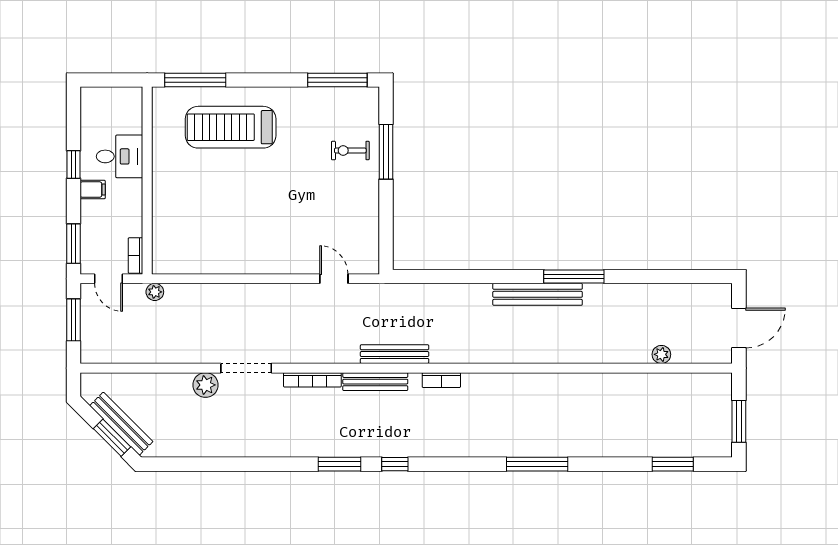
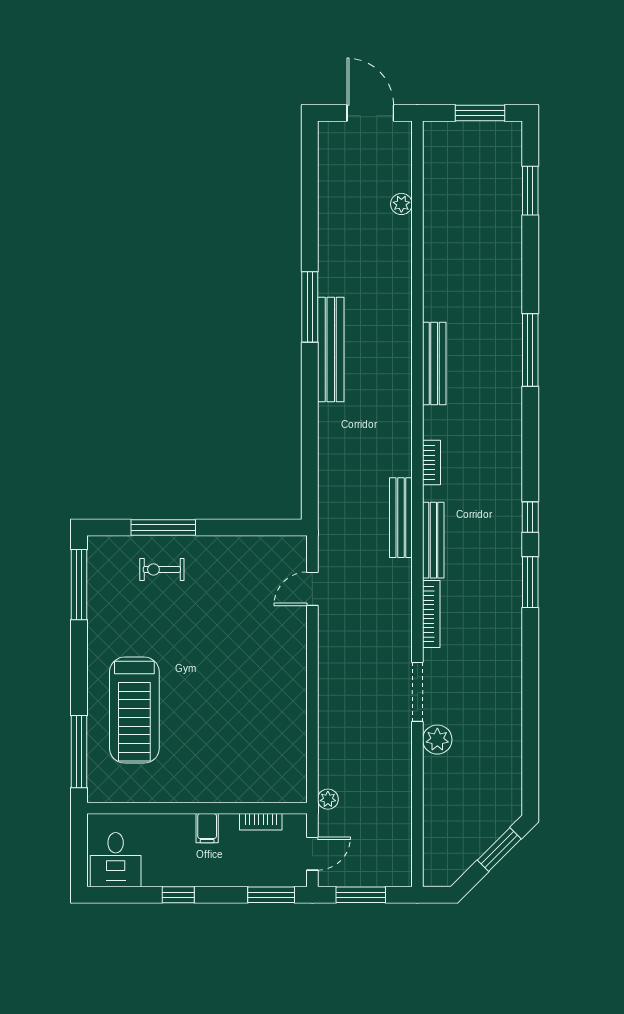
exercise bike: (350, 151) -> (162, 569), turned 90
desk: (120, 156) -> (116, 860), moved, turned 180
filing cabinet: (93, 190) -> (207, 828), moved, turned 180
bookcase: (136, 255) -> (261, 822), moved
bench: (121, 424) -> (434, 363), moved, turned -45

